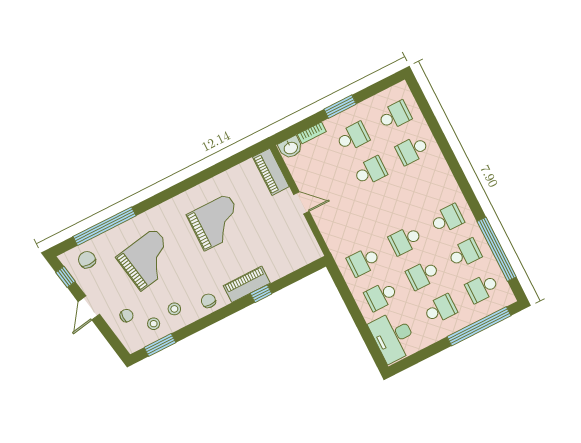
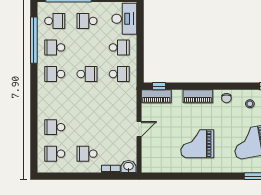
window: (340, 107) -> (85, 176), removed
school desk: (412, 150) -> (55, 127), turned 180
school desk: (370, 171) -> (87, 127), removed
piano: (271, 172) -> (156, 96), moved, turned 90
door: (301, 203) -> (139, 129), swing flipped
school desk: (423, 275) -> (87, 47), removed
window: (261, 294) -> (159, 86), moved

